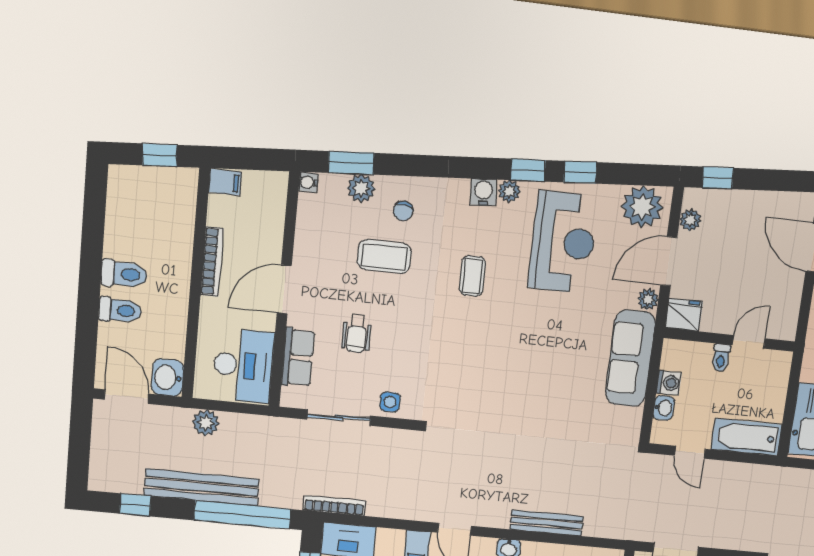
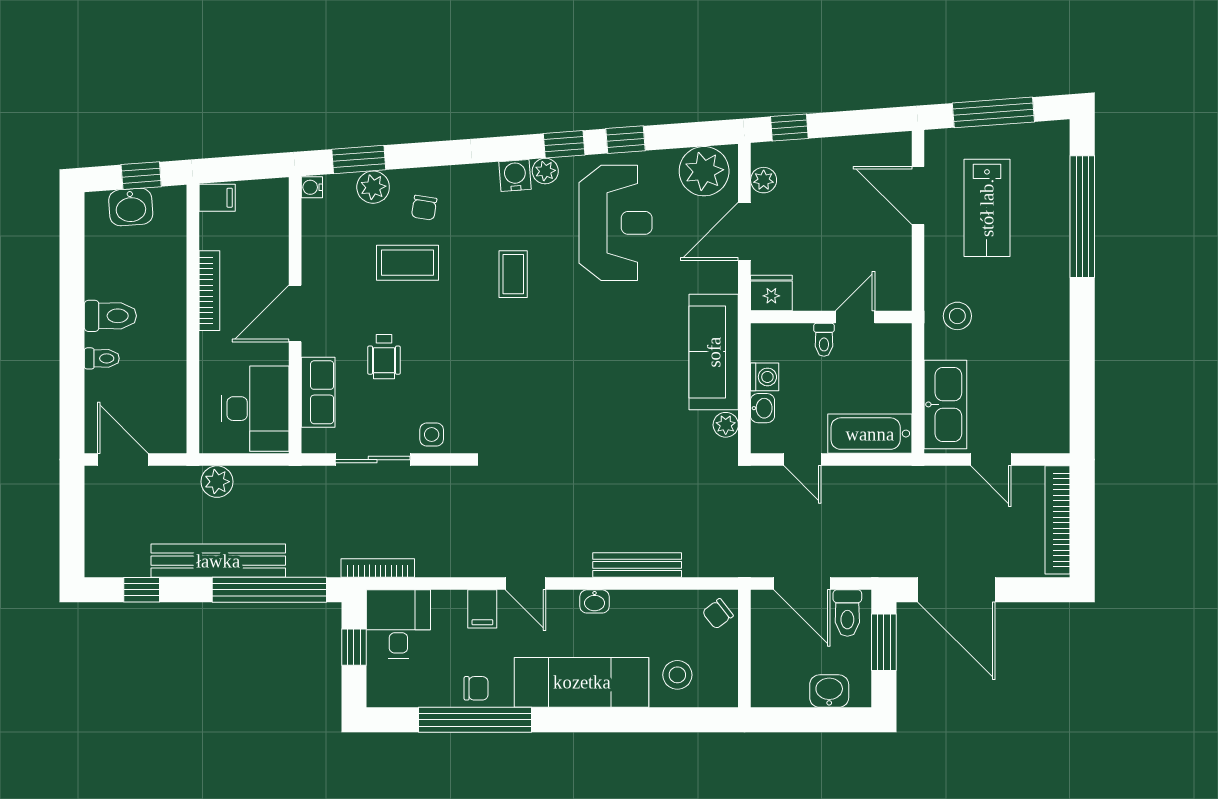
plant: (648, 299) -> (726, 425), moved
toilet: (120, 310) -> (102, 358), width x0.73, depth x0.72
washbasin: (168, 377) -> (131, 207), moved, turned -94

